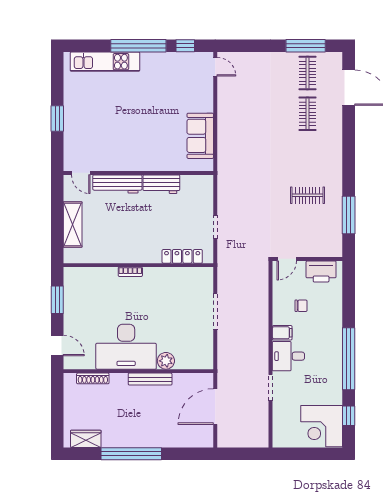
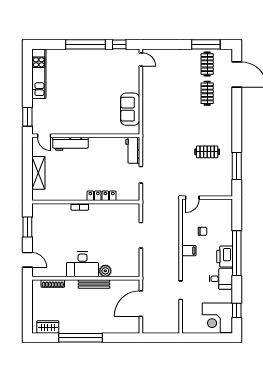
kitchen unit: (105, 62) -> (39, 74), moved, turned -90
window: (57, 118) -> (27, 117), moved
workbench: (161, 184) -> (133, 150), moved, turned 90
locker: (182, 256) -> (102, 196), moved
printer: (321, 272) -> (225, 257), moved, turned 90
desk: (126, 347) -> (83, 264), width x0.73, depth x0.77
desk: (288, 356) -> (221, 279), moved, turned 180
window: (349, 359) -> (237, 253), moved

